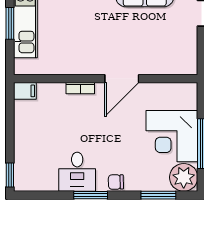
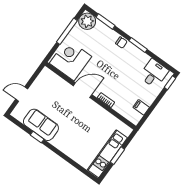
filing cabinet: (25, 91) -> (141, 107), moved
corner desk: (172, 136) -> (70, 60), moved, turned -90
desk: (77, 172) -> (154, 73), moved

